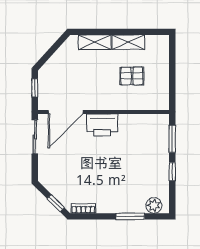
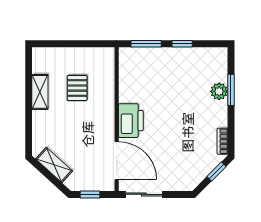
shelving: (95, 42) -> (54, 165), moved, turned -48
plant: (154, 205) -> (219, 91), moved

